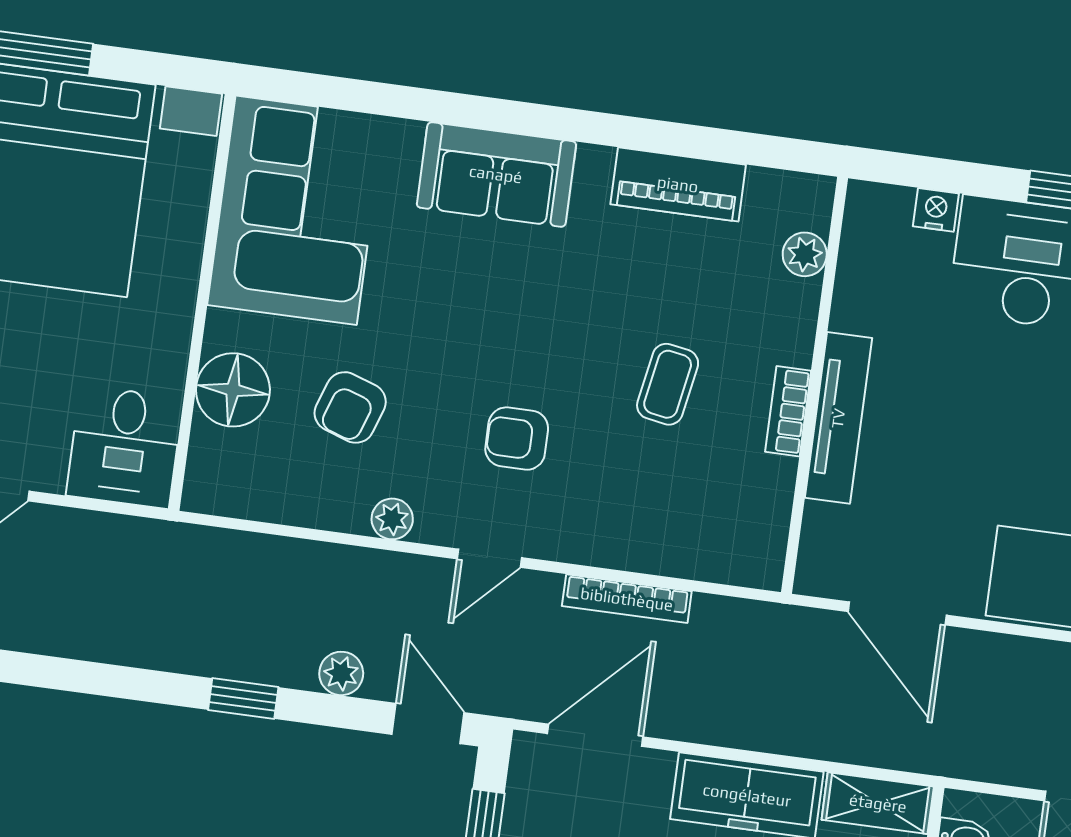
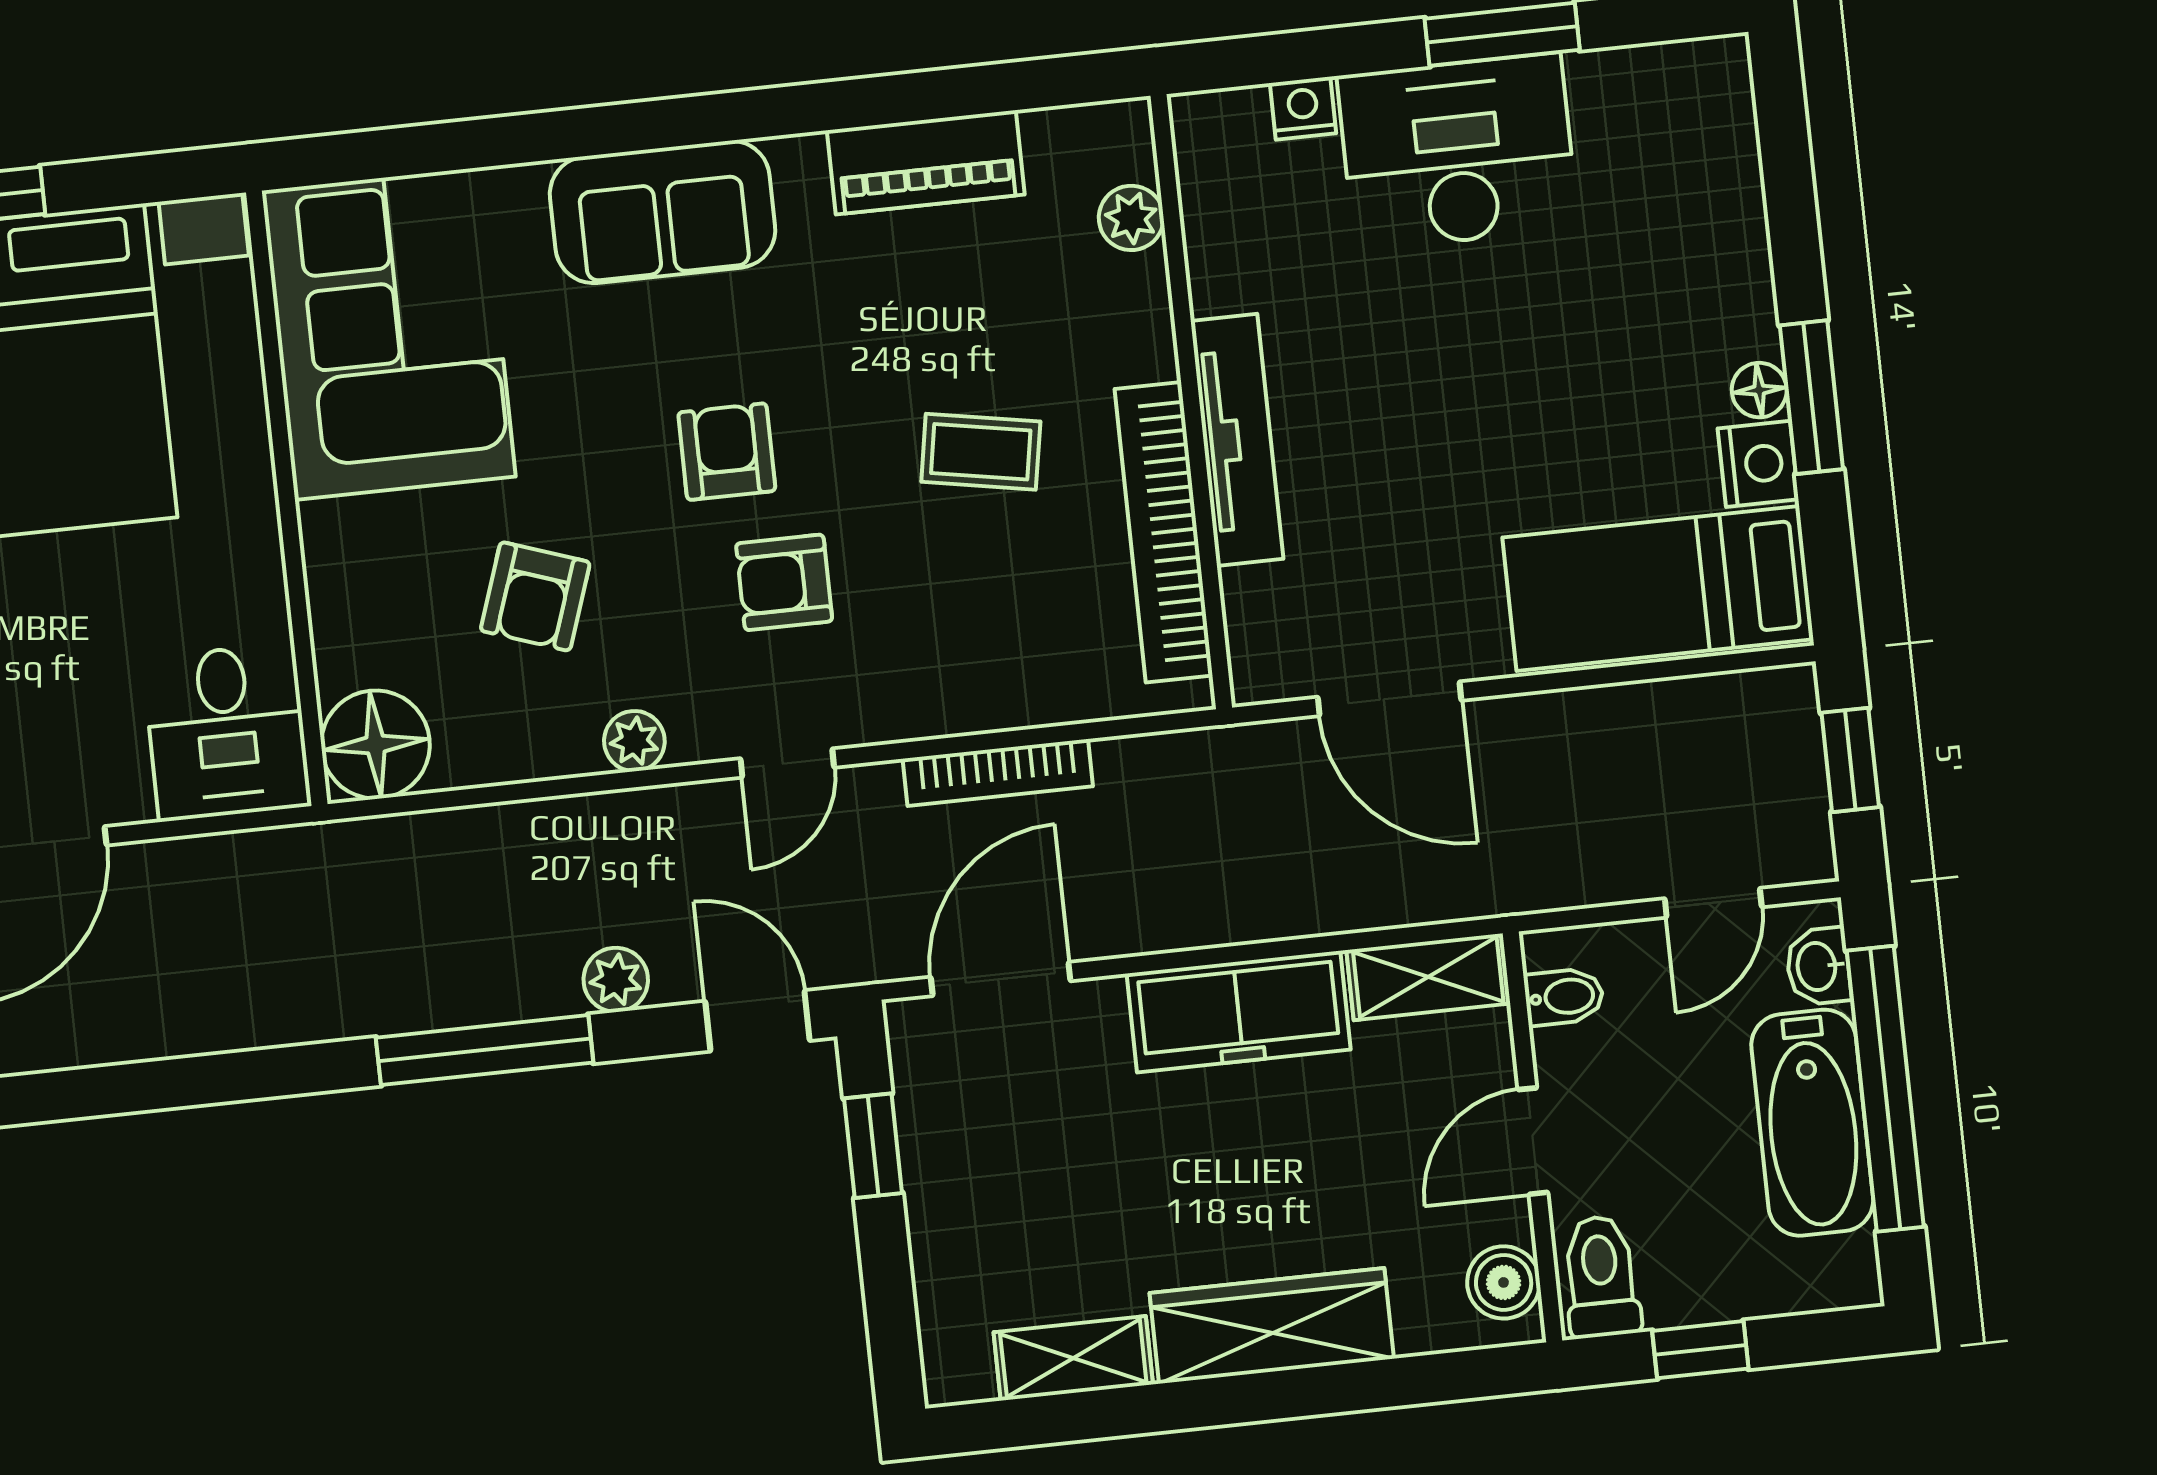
armchair: (500, 343) -> (727, 452), added
coffee table: (668, 384) -> (981, 452), turned 90
floor lamp: (233, 390) -> (376, 745), moved
bookcase: (788, 411) -> (1164, 532), width x2.31, depth x1.31
window: (243, 699) -> (485, 1050), width x2.17

